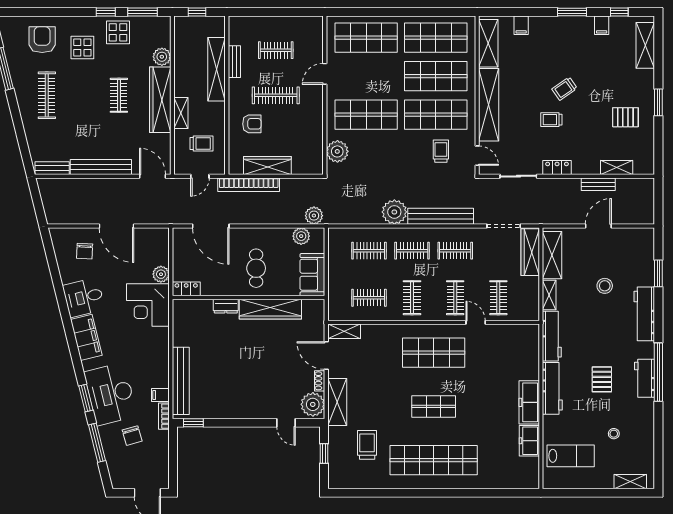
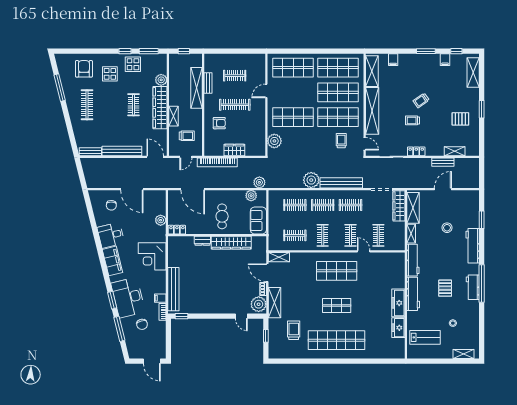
wardrobe: (267, 165) -> (234, 150), width x0.67
corner desk: (148, 305) -> (152, 256), moved

